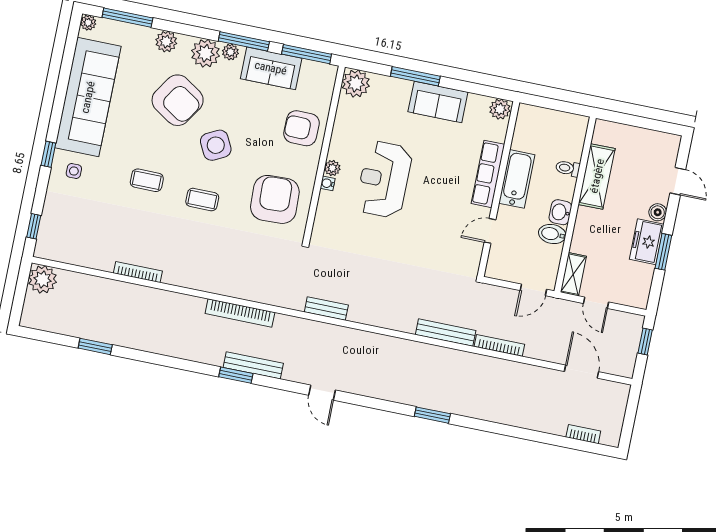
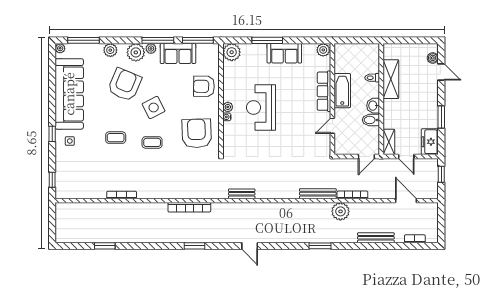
armchair: (178, 100) -> (125, 85), turned -100
boiler: (658, 212) -> (433, 58), moved
freezer: (647, 242) -> (430, 142), moved
plant: (43, 279) -> (340, 211), moved
bench: (253, 365) -> (376, 238), moved

